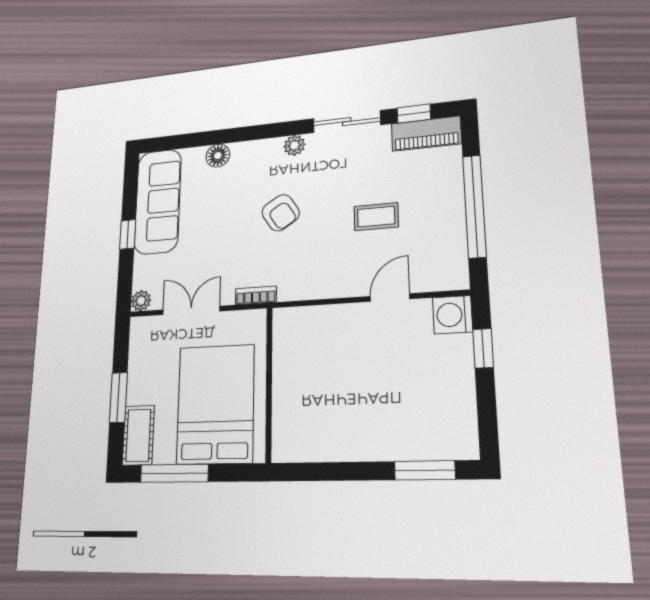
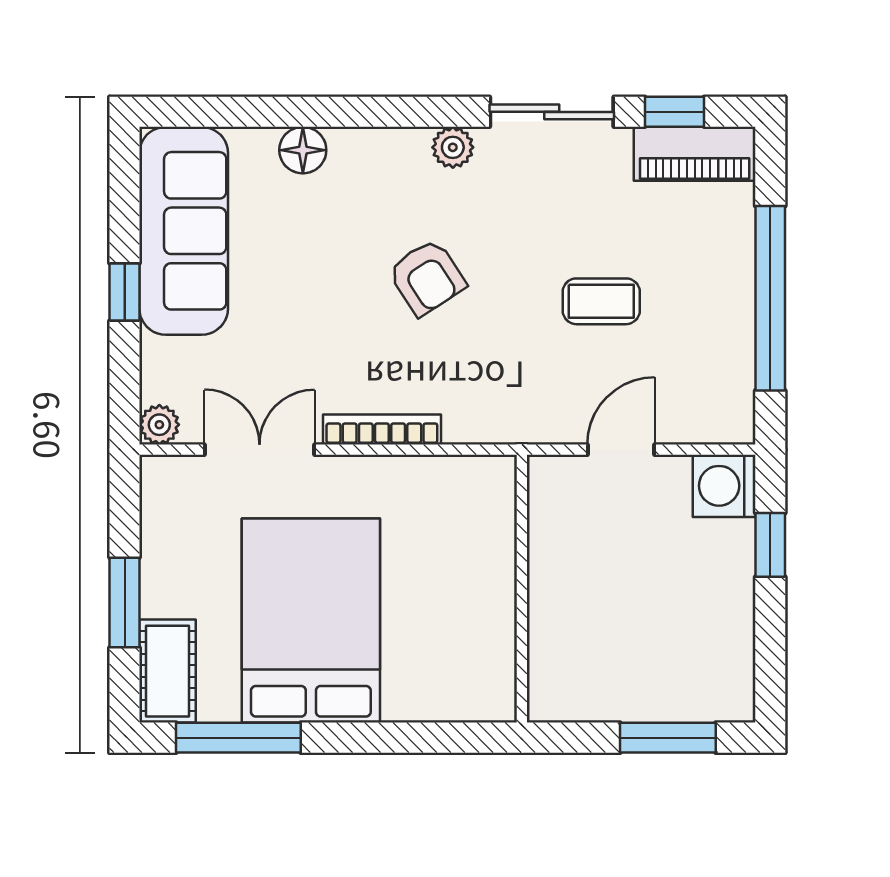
bookcase: (256, 295) -> (382, 429), width x1.56
wall: (269, 384) -> (522, 589), moved

